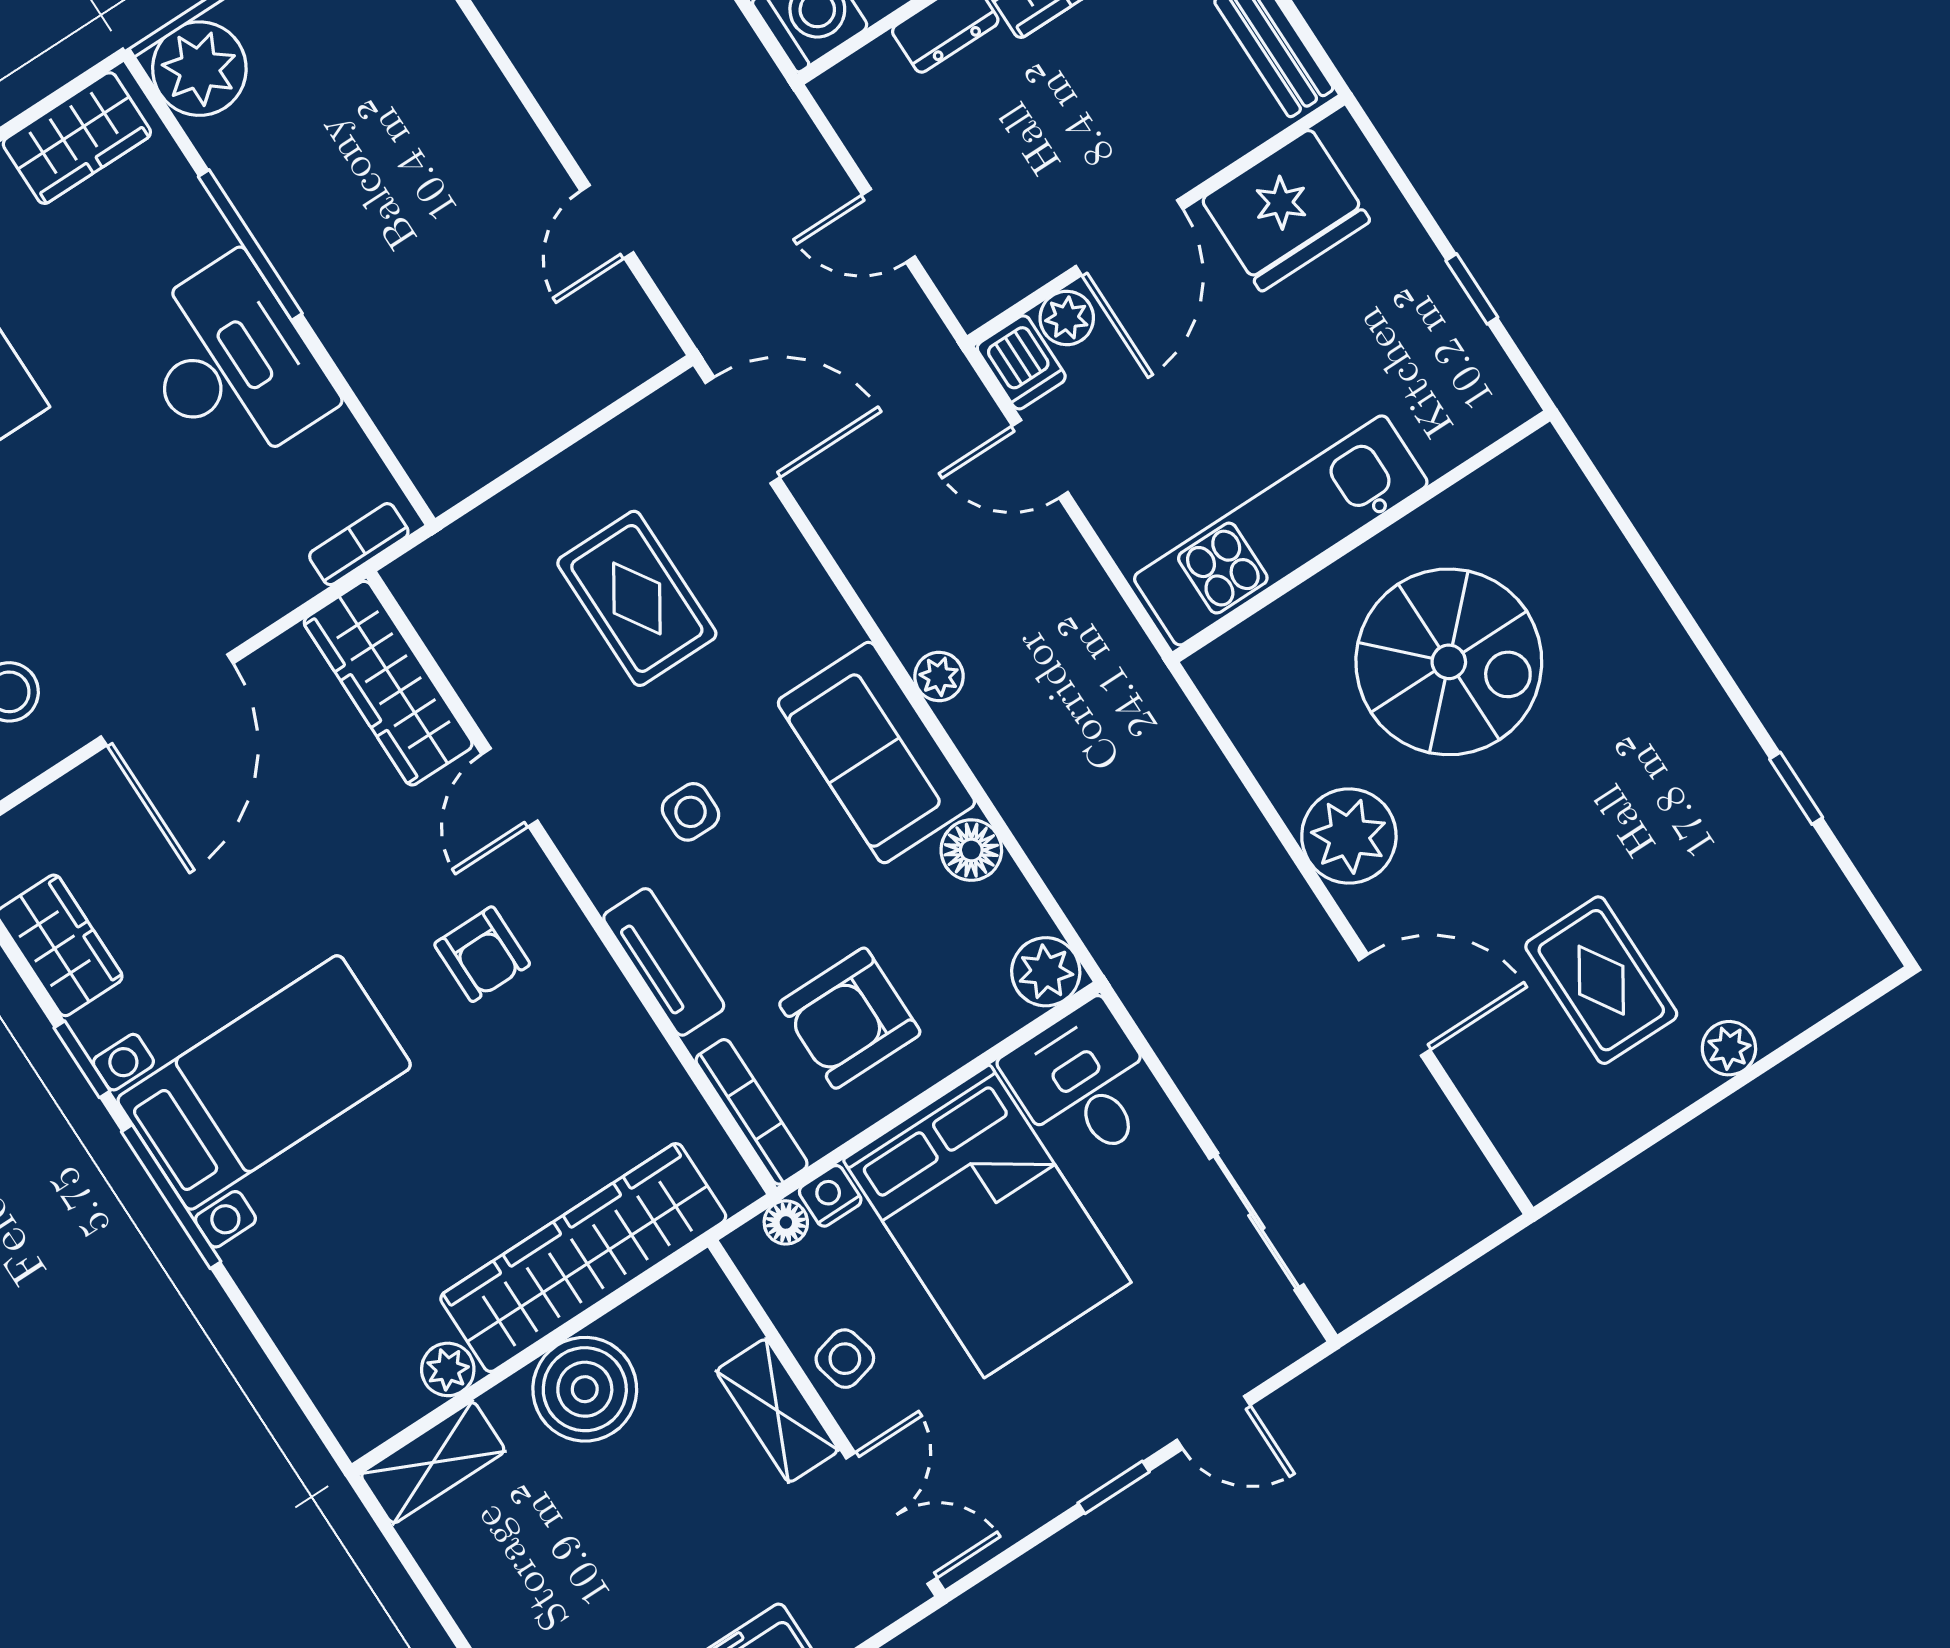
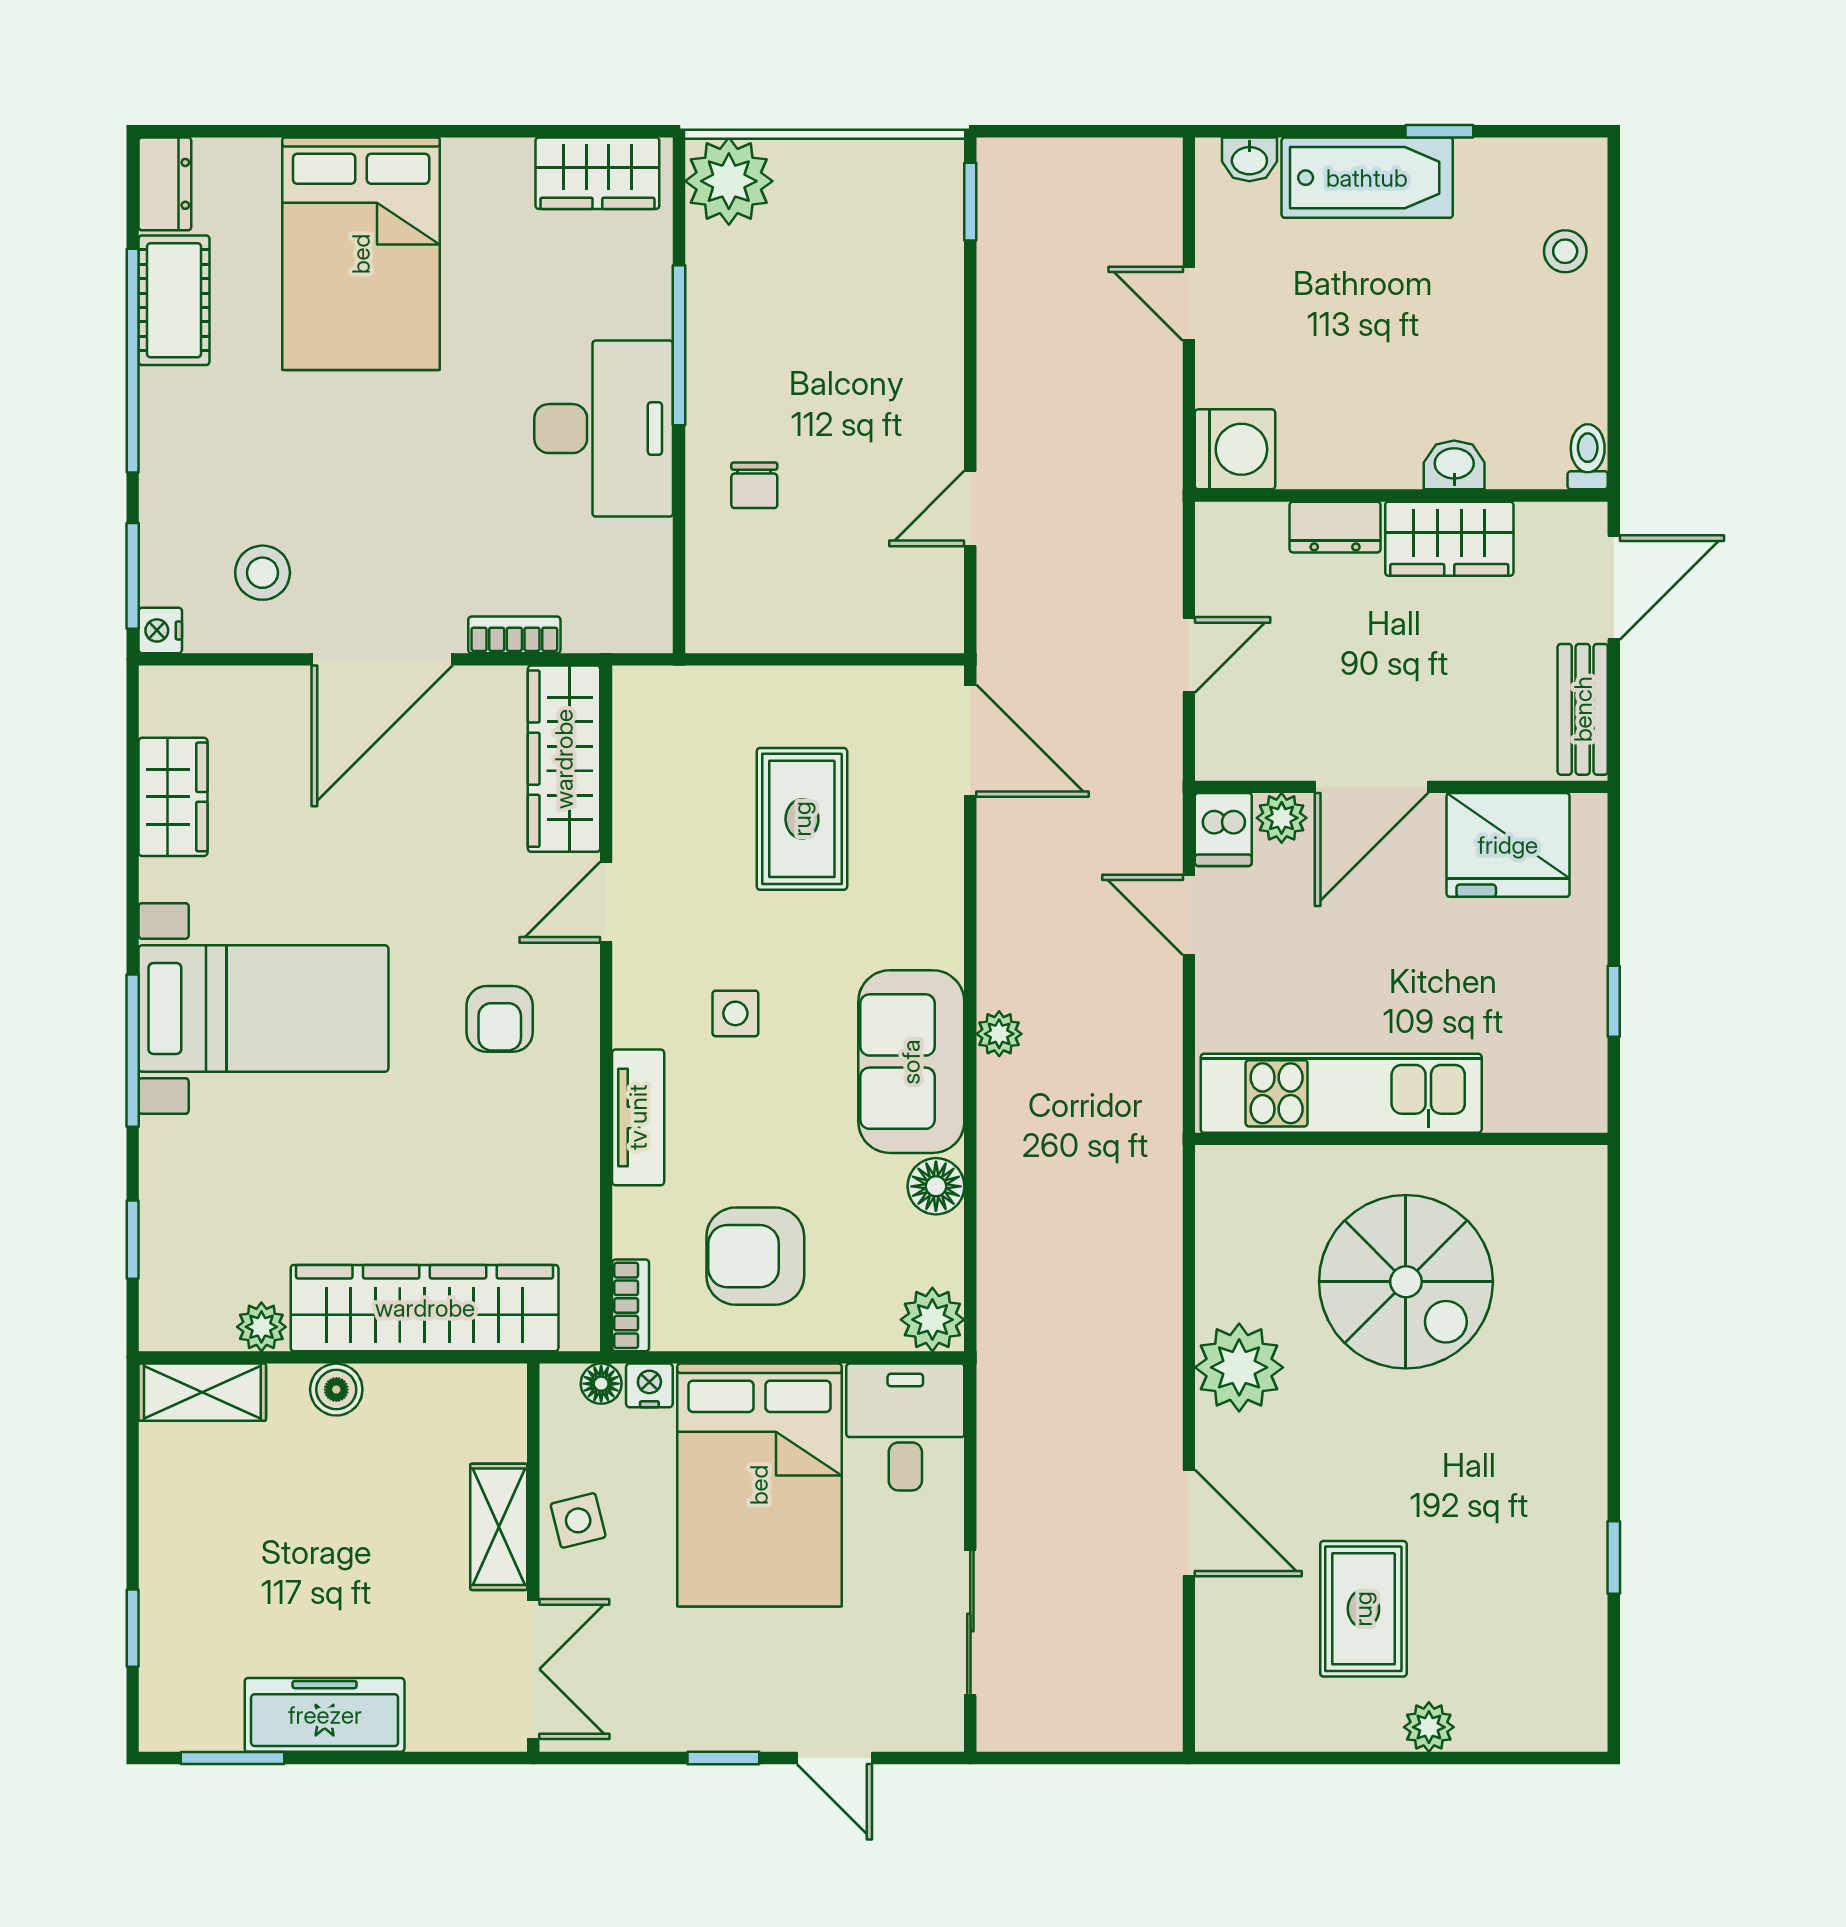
door: (888, 226) -> (1189, 655), swing flipped
chair: (400, 327) -> (754, 485), added
bookcase: (359, 544) -> (514, 635), moved
window: (82, 1059) -> (133, 1240), moved
bookcase: (752, 1112) -> (631, 1305), width x0.64
boiler: (585, 1389) -> (336, 1390), width x0.54, depth x0.54

